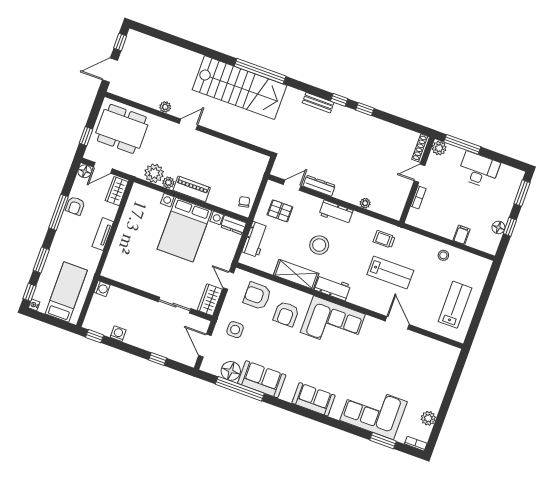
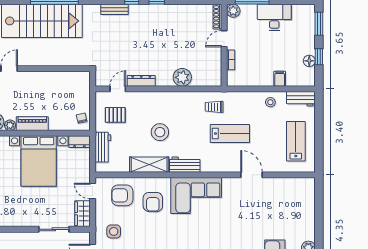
plant: (365, 203) -> (182, 77), width x1.88, depth x1.88
workbench: (336, 213) -> (301, 99), moved

